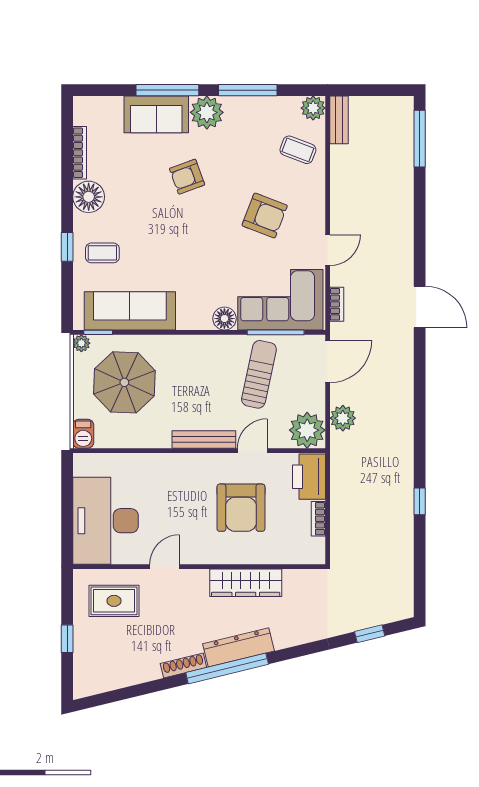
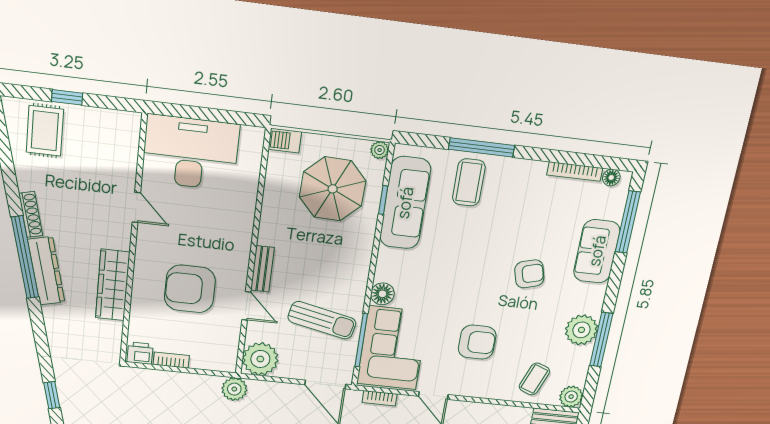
window: (167, 90) -> (628, 222), moved
plant: (207, 112) -> (581, 330), moved
armchair: (187, 177) -> (529, 274), turned 95
floor lamp: (89, 197) -> (611, 178), moved, width x0.53, depth x0.53
armchair: (265, 216) -> (477, 342), turned -111
window: (67, 247) -> (481, 147), width x2.17
coffee table: (102, 253) -> (469, 182), width x1.36, depth x1.30
window: (98, 332) -> (383, 200), moved
plant: (343, 418) -> (234, 389), moved
bench: (204, 439) -> (262, 269), width x0.73
printer: (309, 477) -> (140, 353), moved, width x0.53, depth x0.68
rug: (114, 601) -> (45, 131), moved

